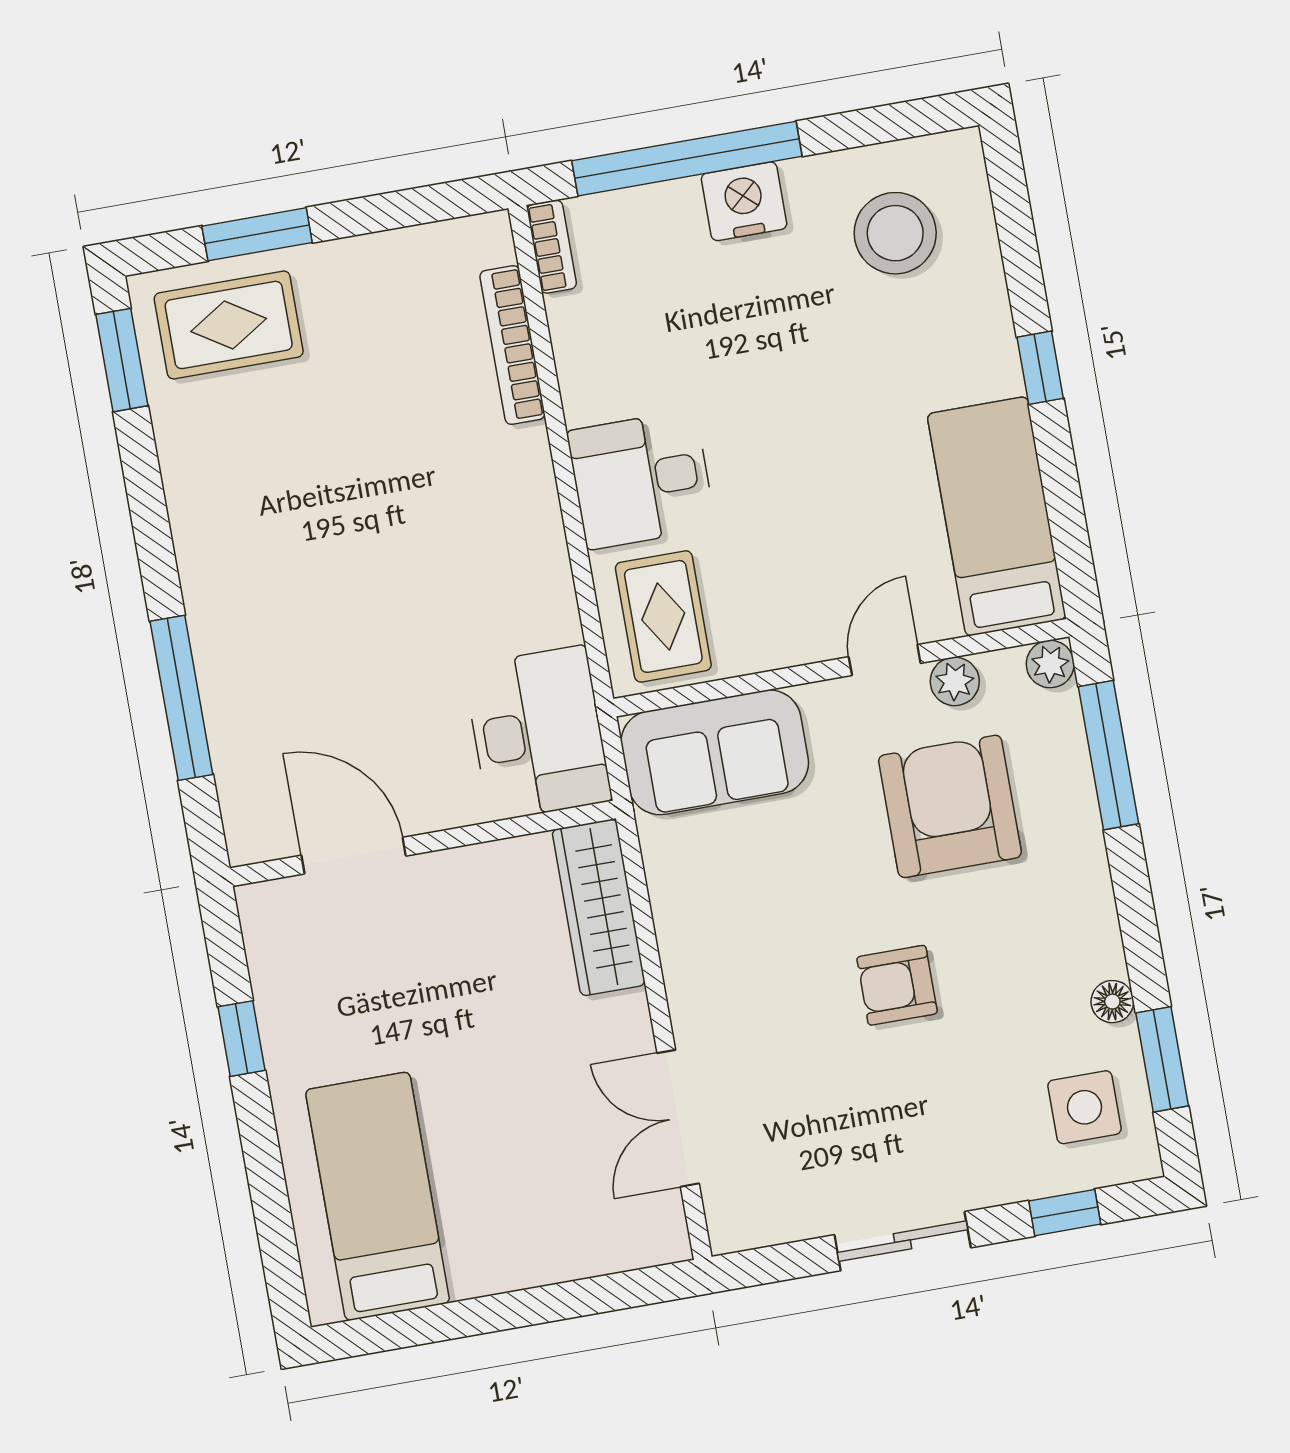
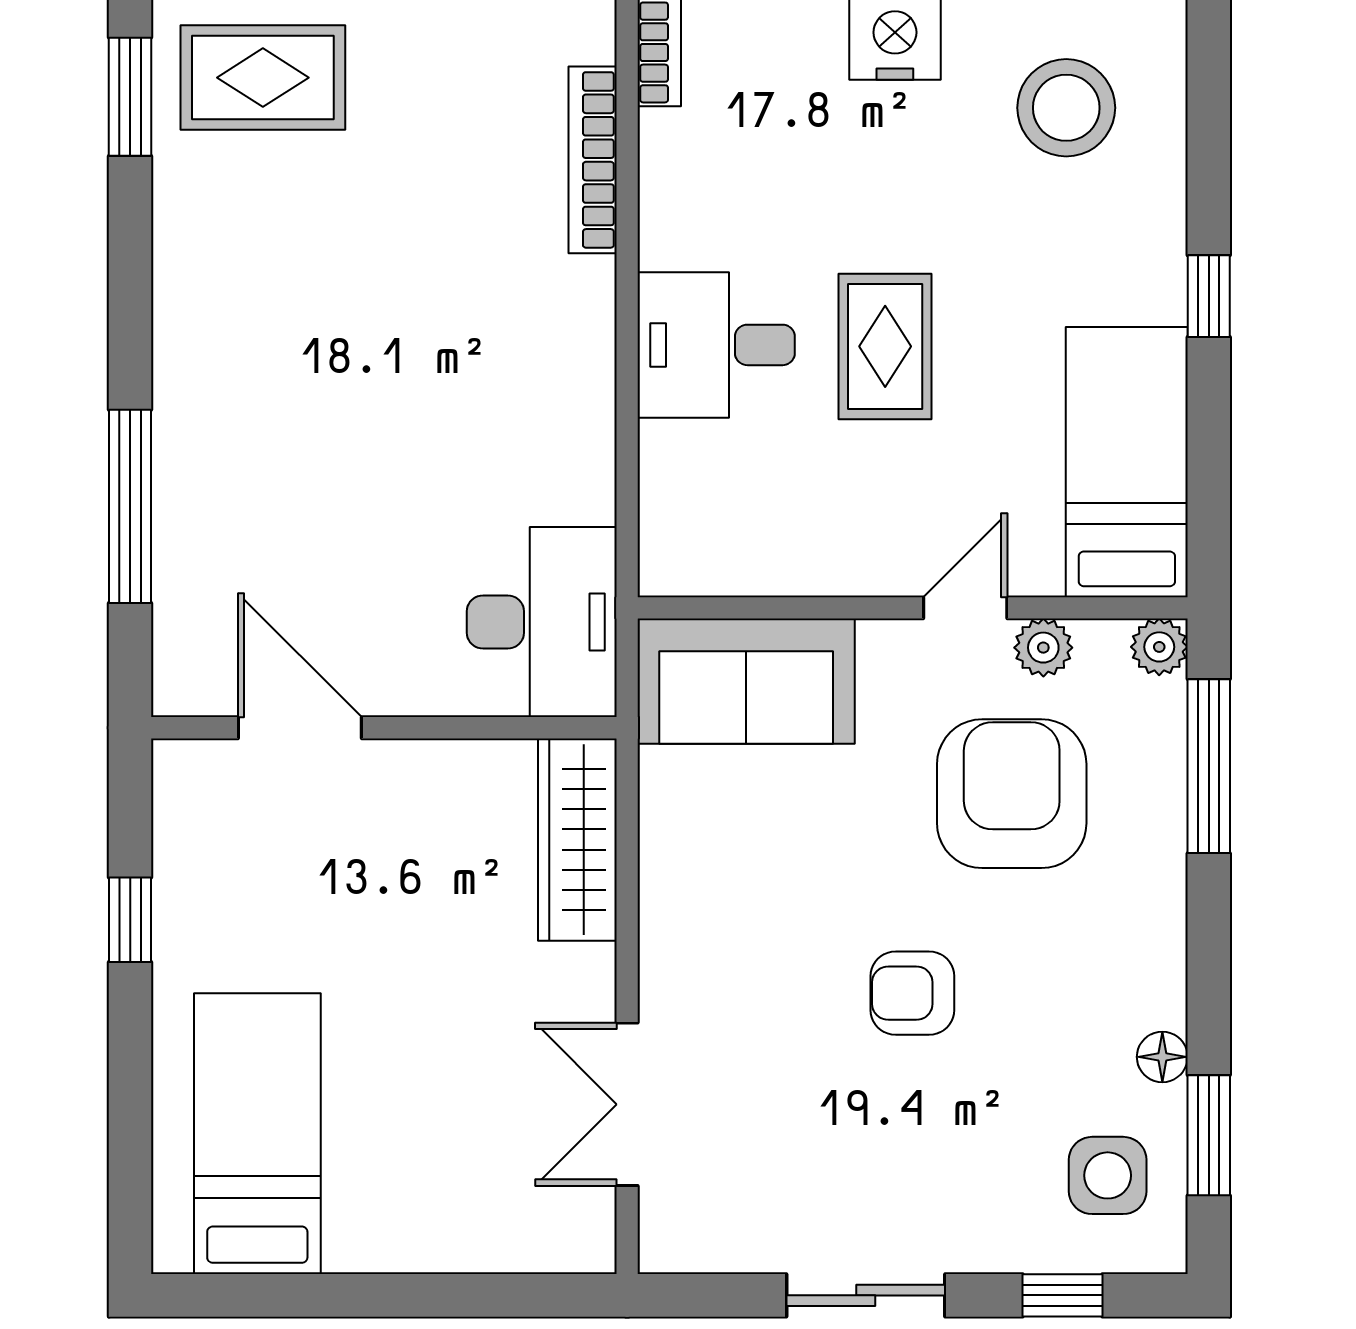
rug: (663, 616) -> (885, 346), moved

